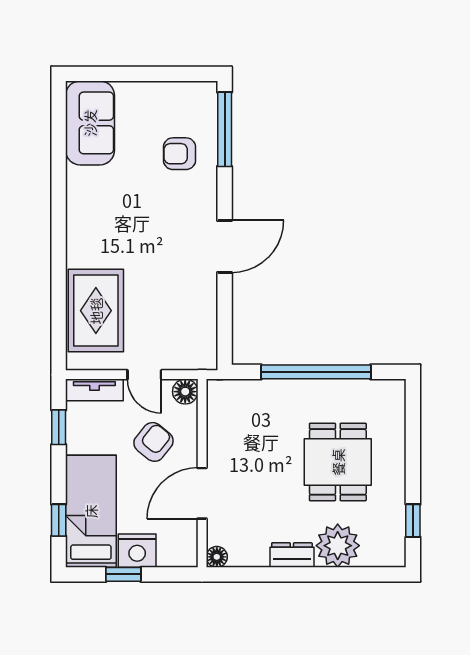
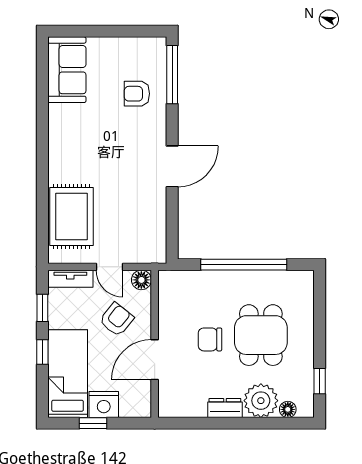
chair: (273, 467) -> (210, 339), added
window: (59, 520) -> (42, 352), moved
floor lamp: (217, 557) -> (288, 409), moved

